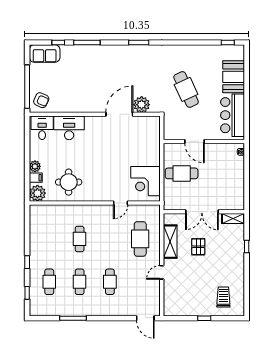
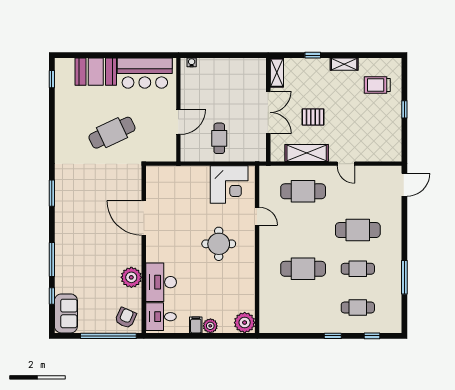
plant: (142, 105) -> (131, 277), moved
cafe table: (182, 173) -> (219, 138), width x0.73, depth x0.74
filing cabinet: (36, 178) -> (196, 325), moved
round table: (69, 182) -> (219, 244), moved
cafe table: (80, 239) -> (303, 269), width x1.37, depth x1.35
shelving: (240, 271) -> (344, 64), added
cafe table: (110, 282) -> (358, 230), width x1.37, depth x1.35

